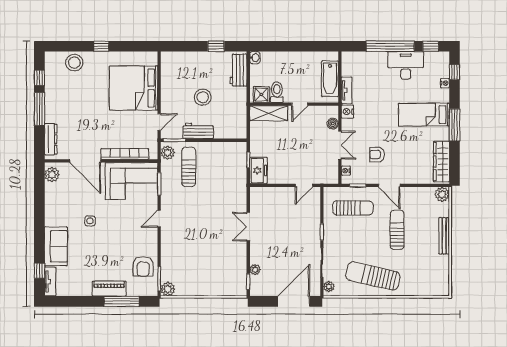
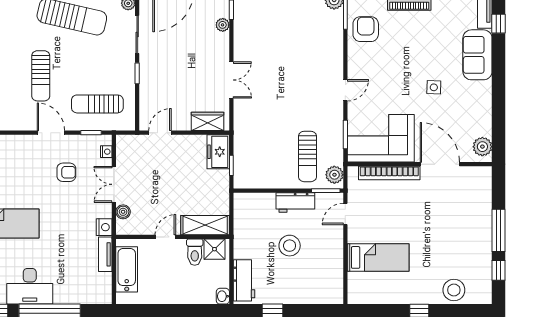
bed: (134, 88) -> (378, 257), width x0.49
dresser: (51, 139) -> (484, 192), removed
wardrobe: (267, 194) -> (208, 121), added

